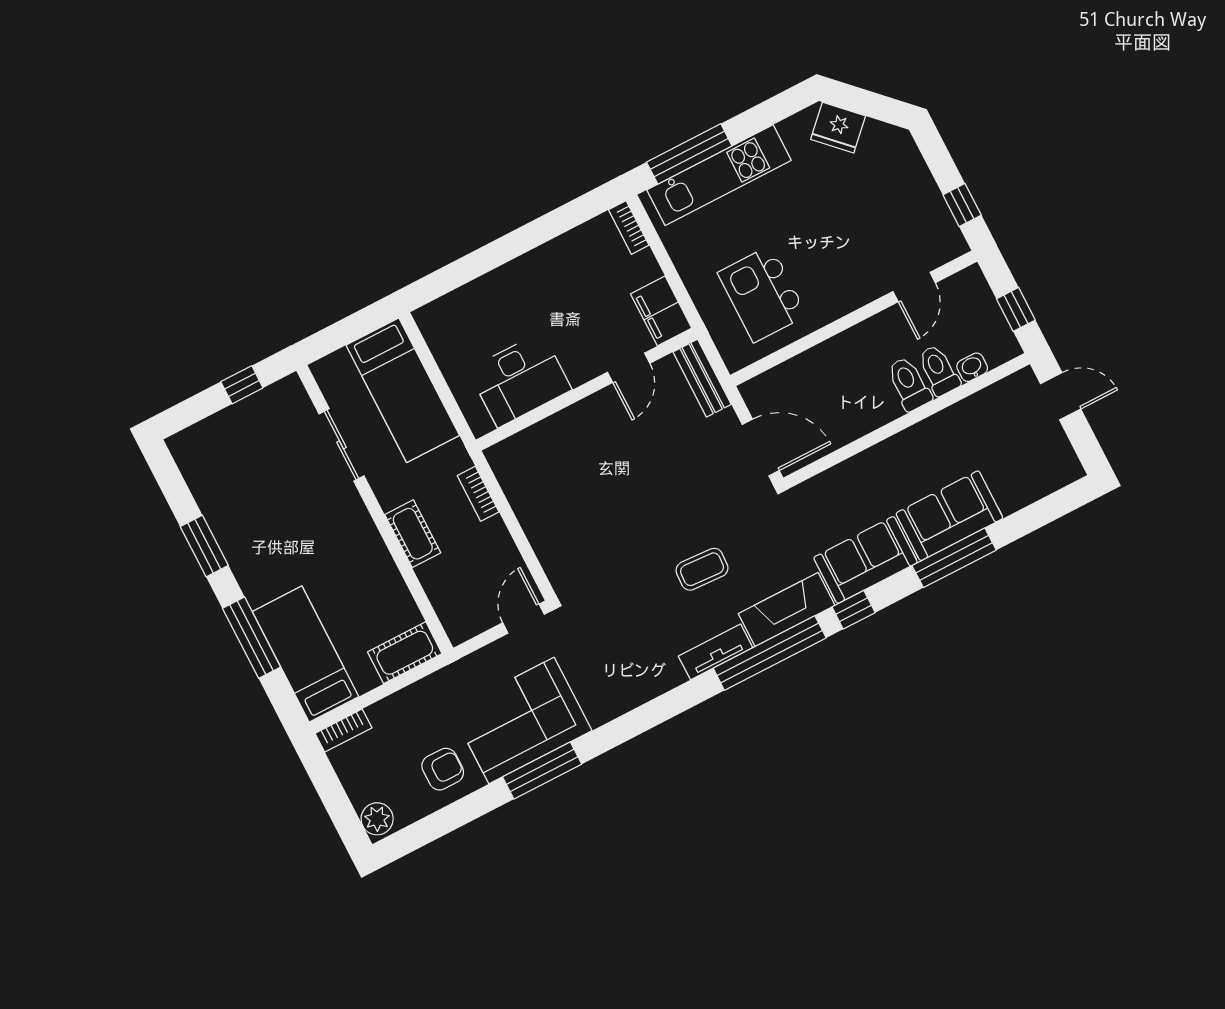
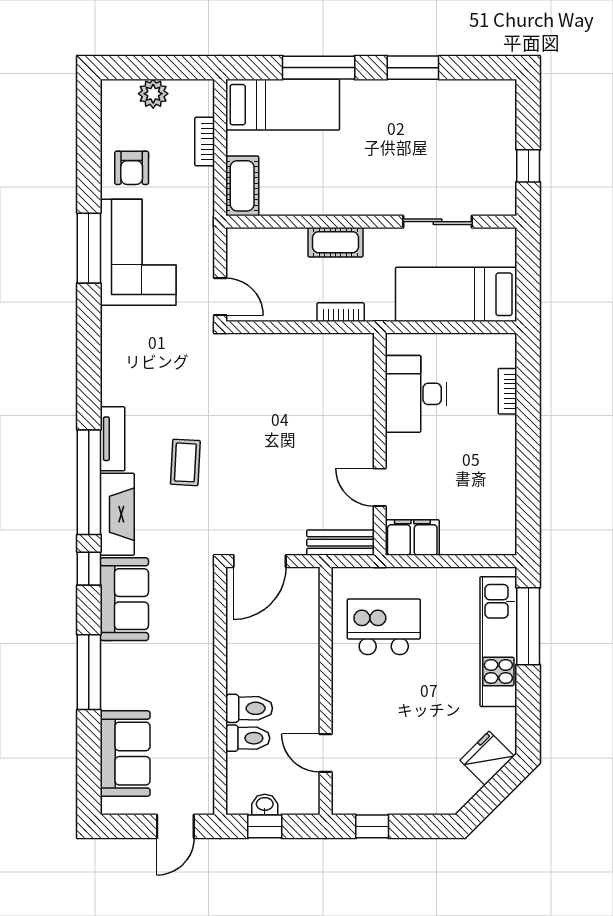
bookcase: (629, 227) -> (508, 391), moved, turned -90
washbasin: (972, 367) -> (265, 805), moved, turned -90
sofa: (949, 516) -> (125, 754), moved
bookcase: (343, 731) -> (205, 141), moved
plant: (377, 819) -> (153, 94), moved

